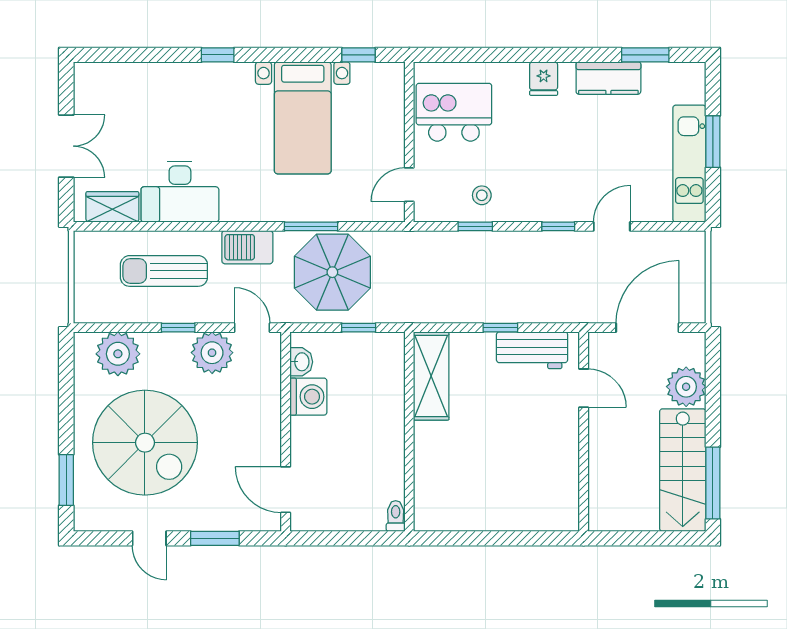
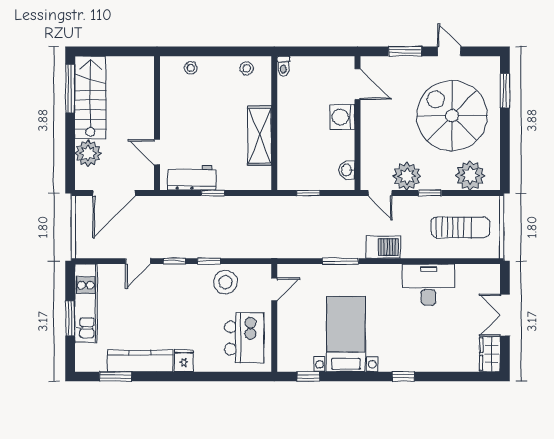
kitchen counter: (608, 78) -> (140, 361), width x1.50
kitchen island: (454, 112) -> (244, 338), turned -90
stool: (482, 195) -> (225, 282), width x1.89, depth x1.89
wardrobe: (112, 207) -> (490, 354), moved, turned 90
window: (475, 226) -> (209, 261), moved
sun lounger: (164, 271) -> (460, 227), moved
parasol: (332, 272) -> (326, 230), removed
shelving: (431, 376) -> (260, 136), moved
washing machine: (308, 397) -> (342, 117), moved
stool: (450, 513) -> (247, 68), added
stool: (533, 514) -> (191, 68), added

